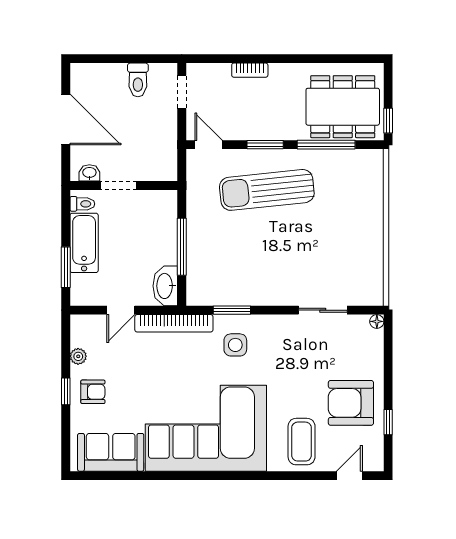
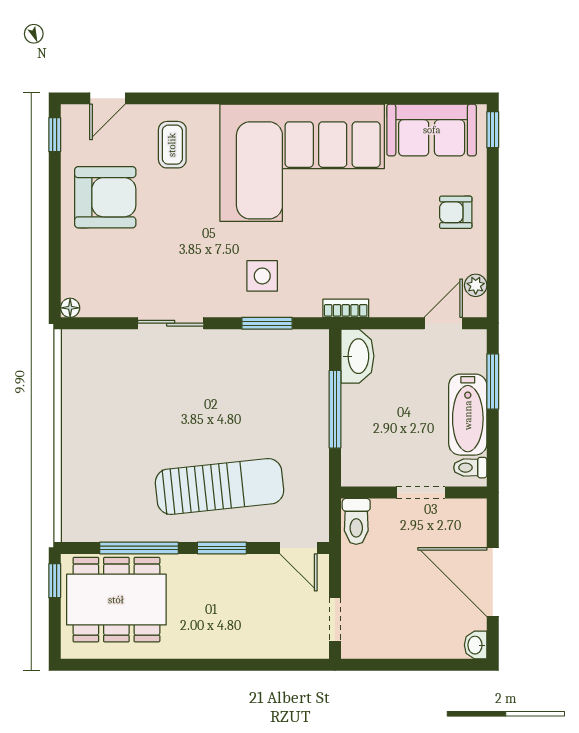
bookcase: (250, 70) -> (243, 649), removed
toilet: (138, 80) -> (356, 521), moved, turned 180
washbasin: (89, 173) -> (476, 645), moved, turned 90
door: (121, 310) -> (443, 323), moved
sliding door: (323, 310) -> (171, 323), moved
bookcase: (174, 323) -> (346, 308), width x0.43, depth x0.76
plant: (78, 356) -> (476, 285), moved
window: (66, 391) -> (493, 130), moved
window: (388, 422) -> (55, 135), moved
coffee table: (302, 442) -> (172, 145), width x0.73, depth x0.77

